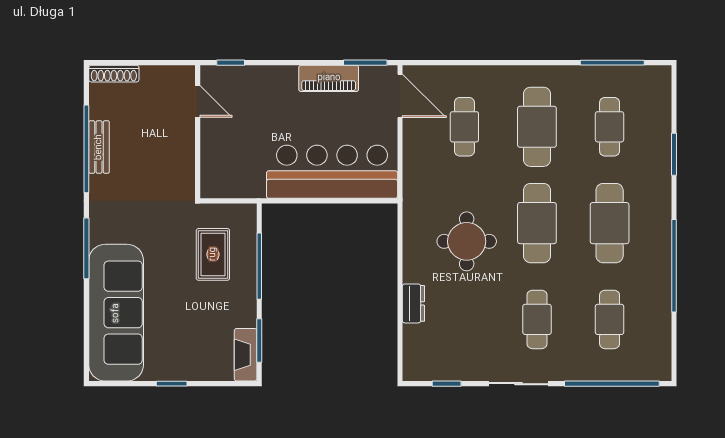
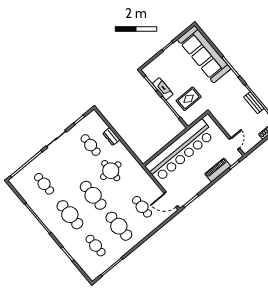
piano: (329, 78) -> (218, 170), moved
door: (198, 101) -> (234, 144), swing flipped
bar counter: (332, 172) -> (180, 151), width x1.36
rug: (213, 254) -> (189, 99), turned 90
cafe table: (537, 319) -> (91, 145), moved
fireplace: (246, 355) -> (163, 89), moved

